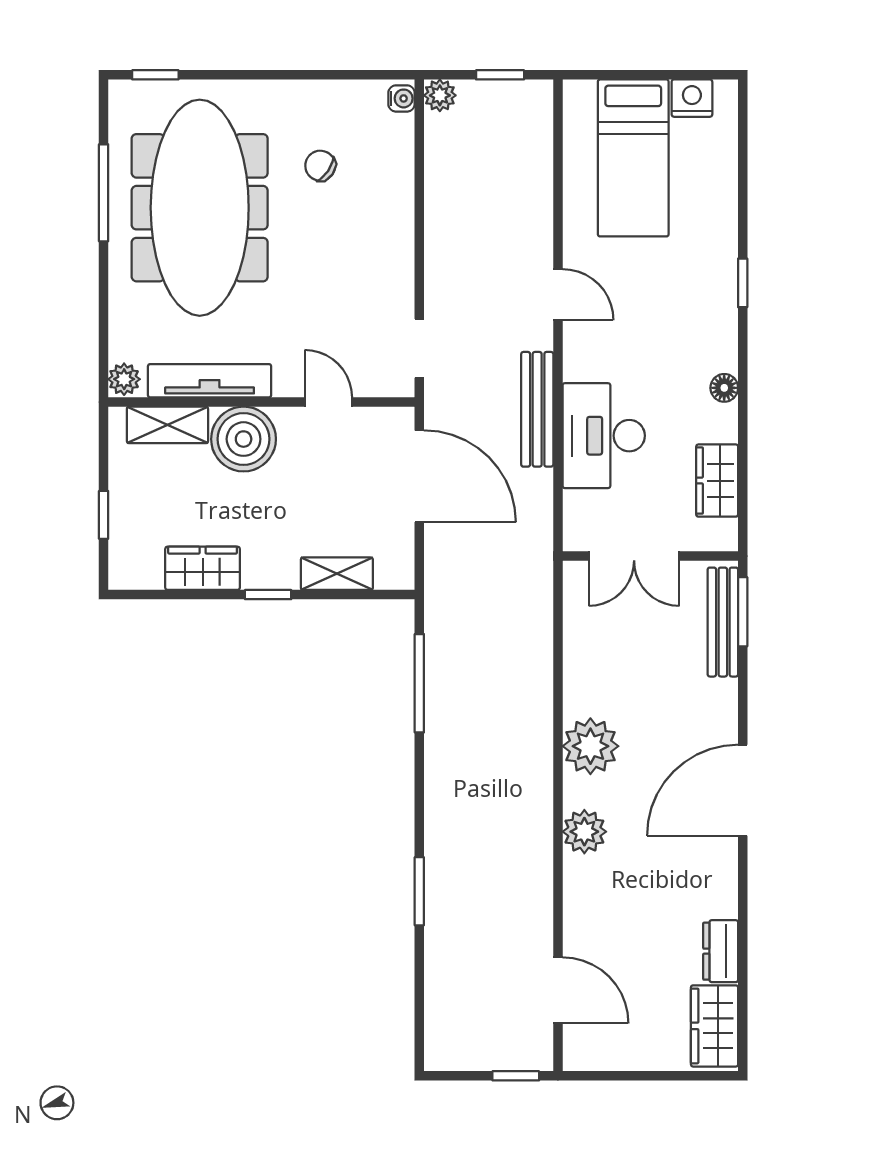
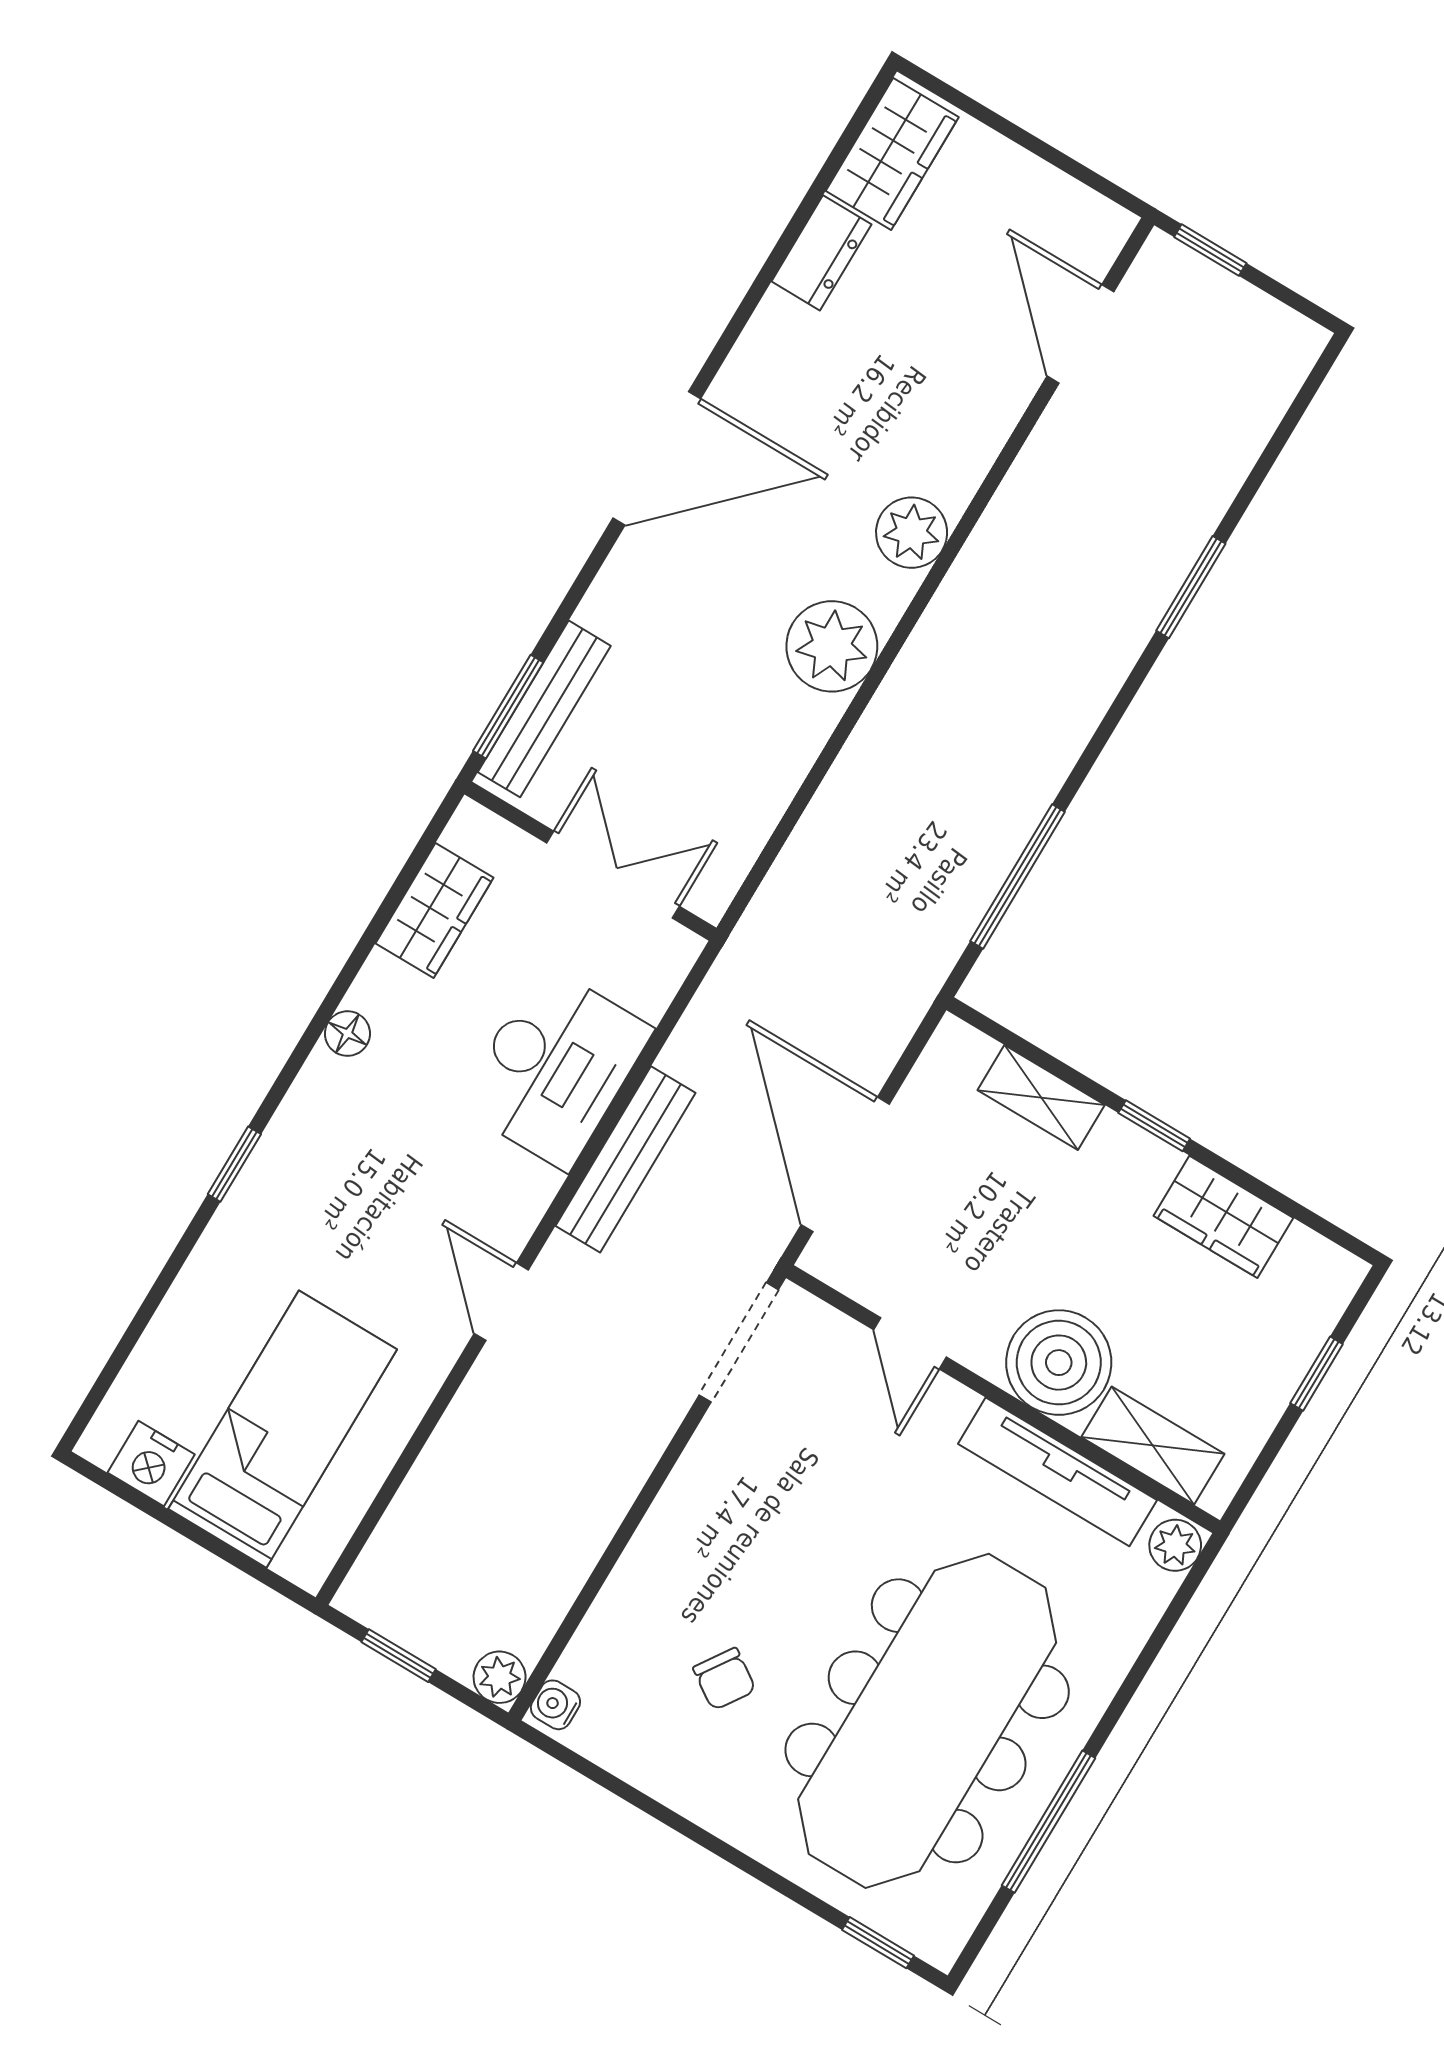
doorway: (419, 348) -> (739, 1342), width x1.38

